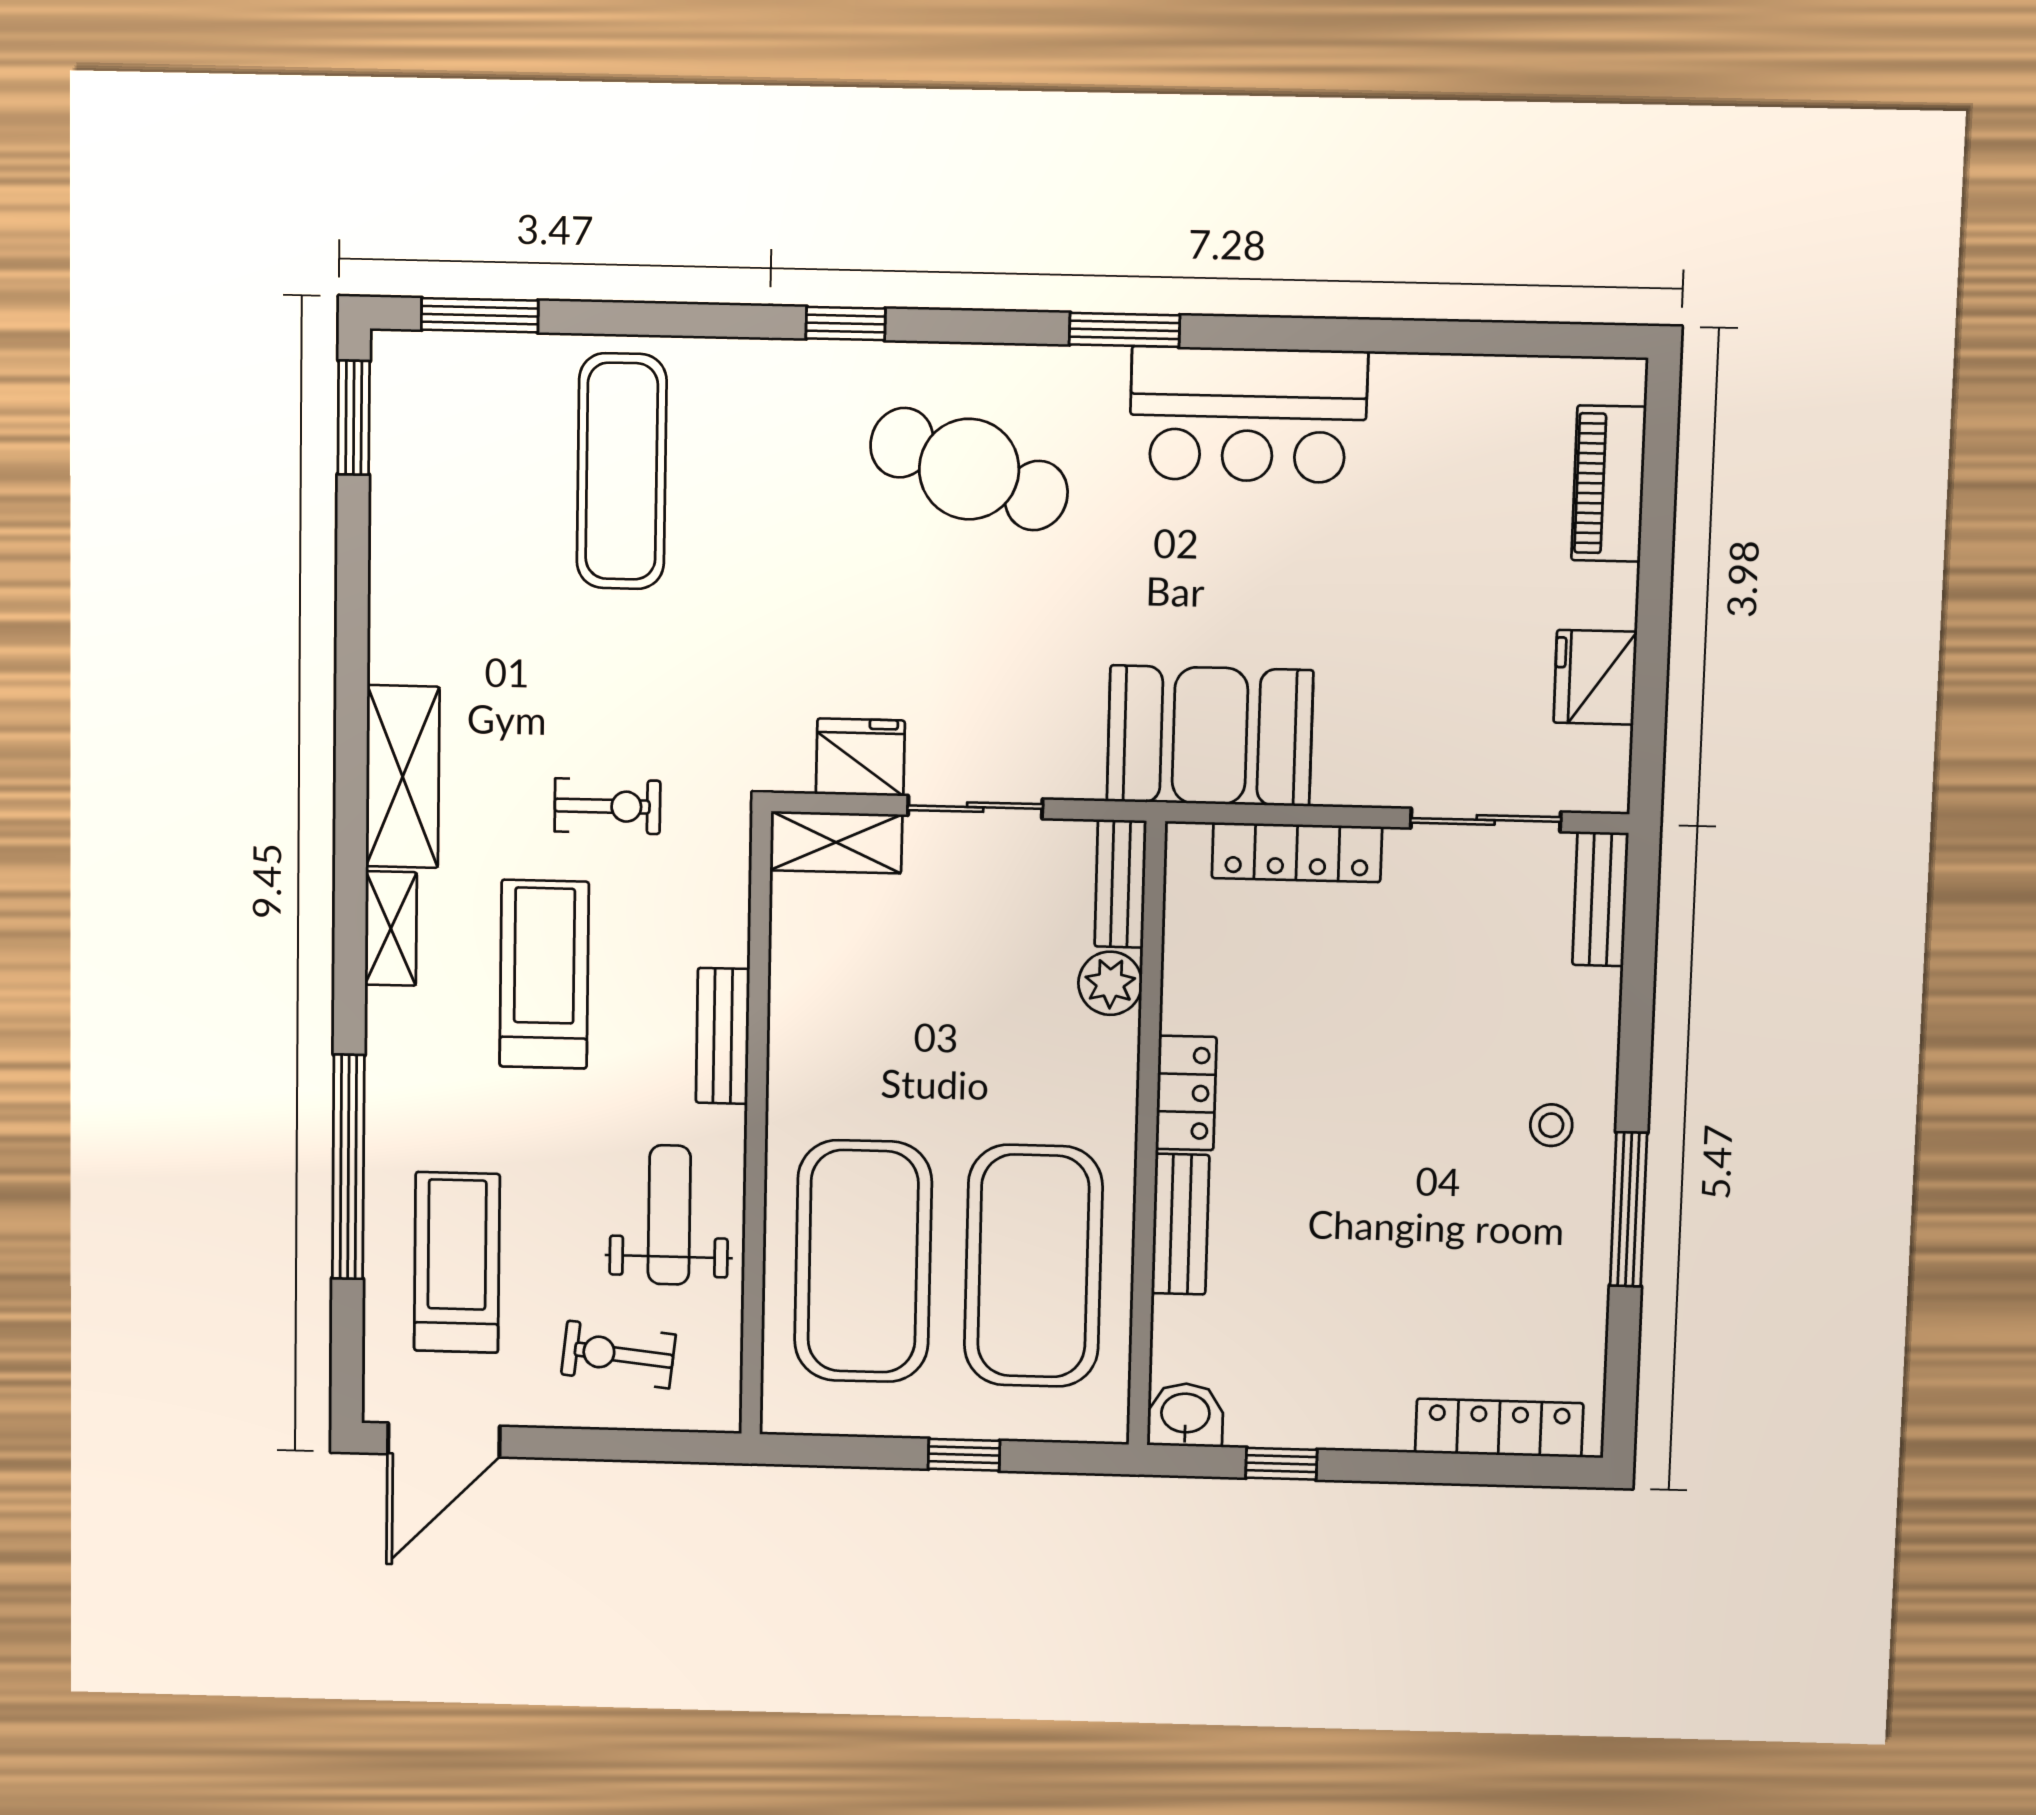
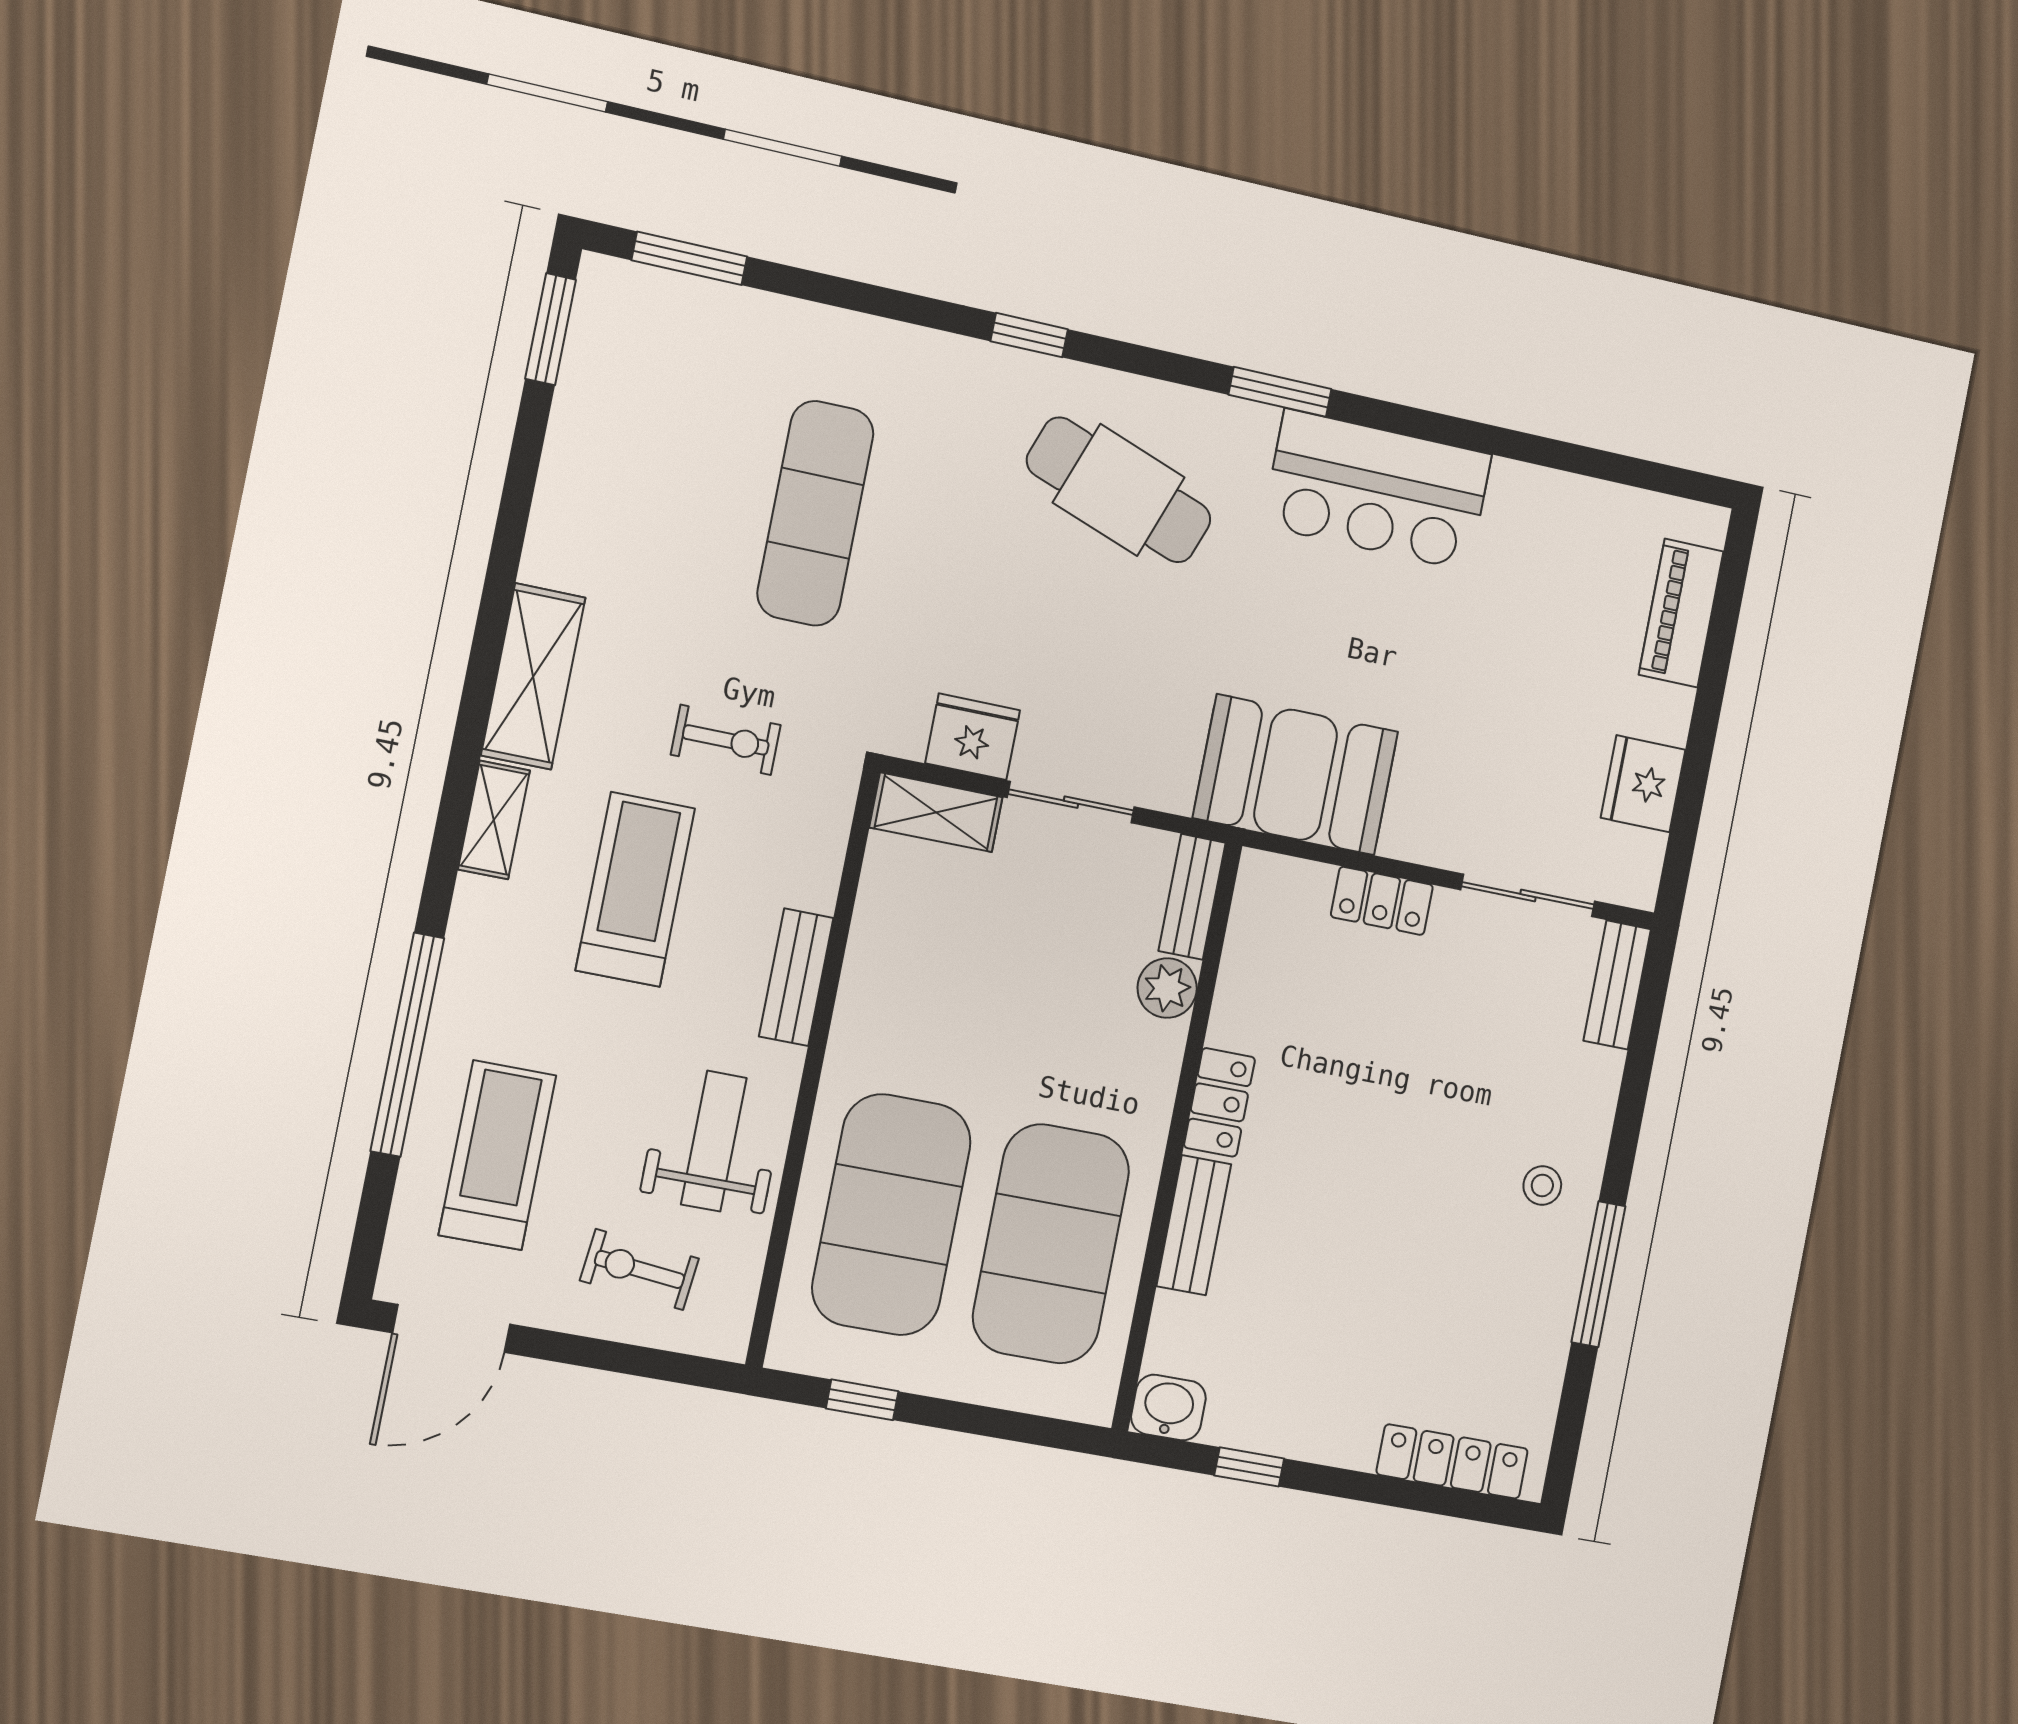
exercise mat: (622, 471) -> (815, 513), moved
locker: (1297, 852) -> (1382, 901), width x0.66
window: (964, 1455) -> (862, 1400), moved

